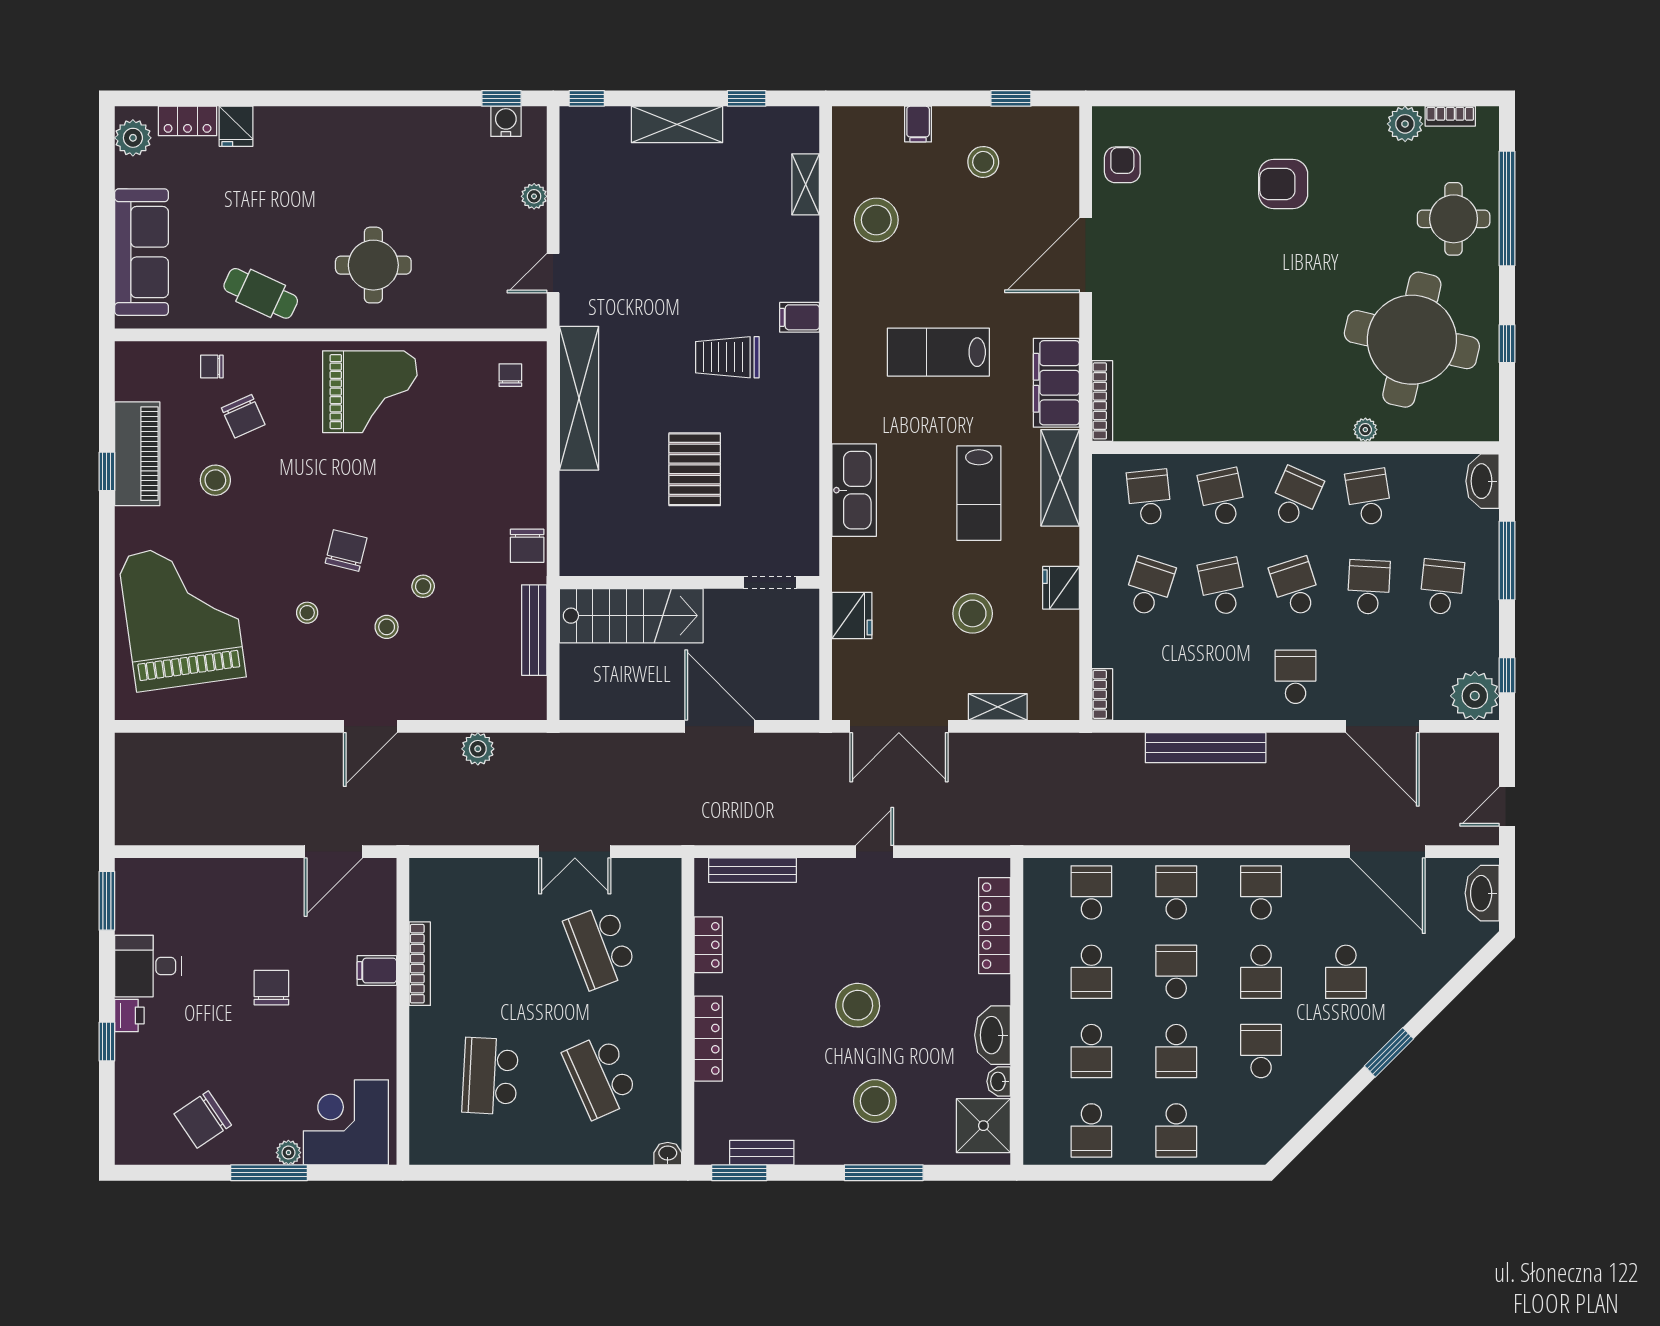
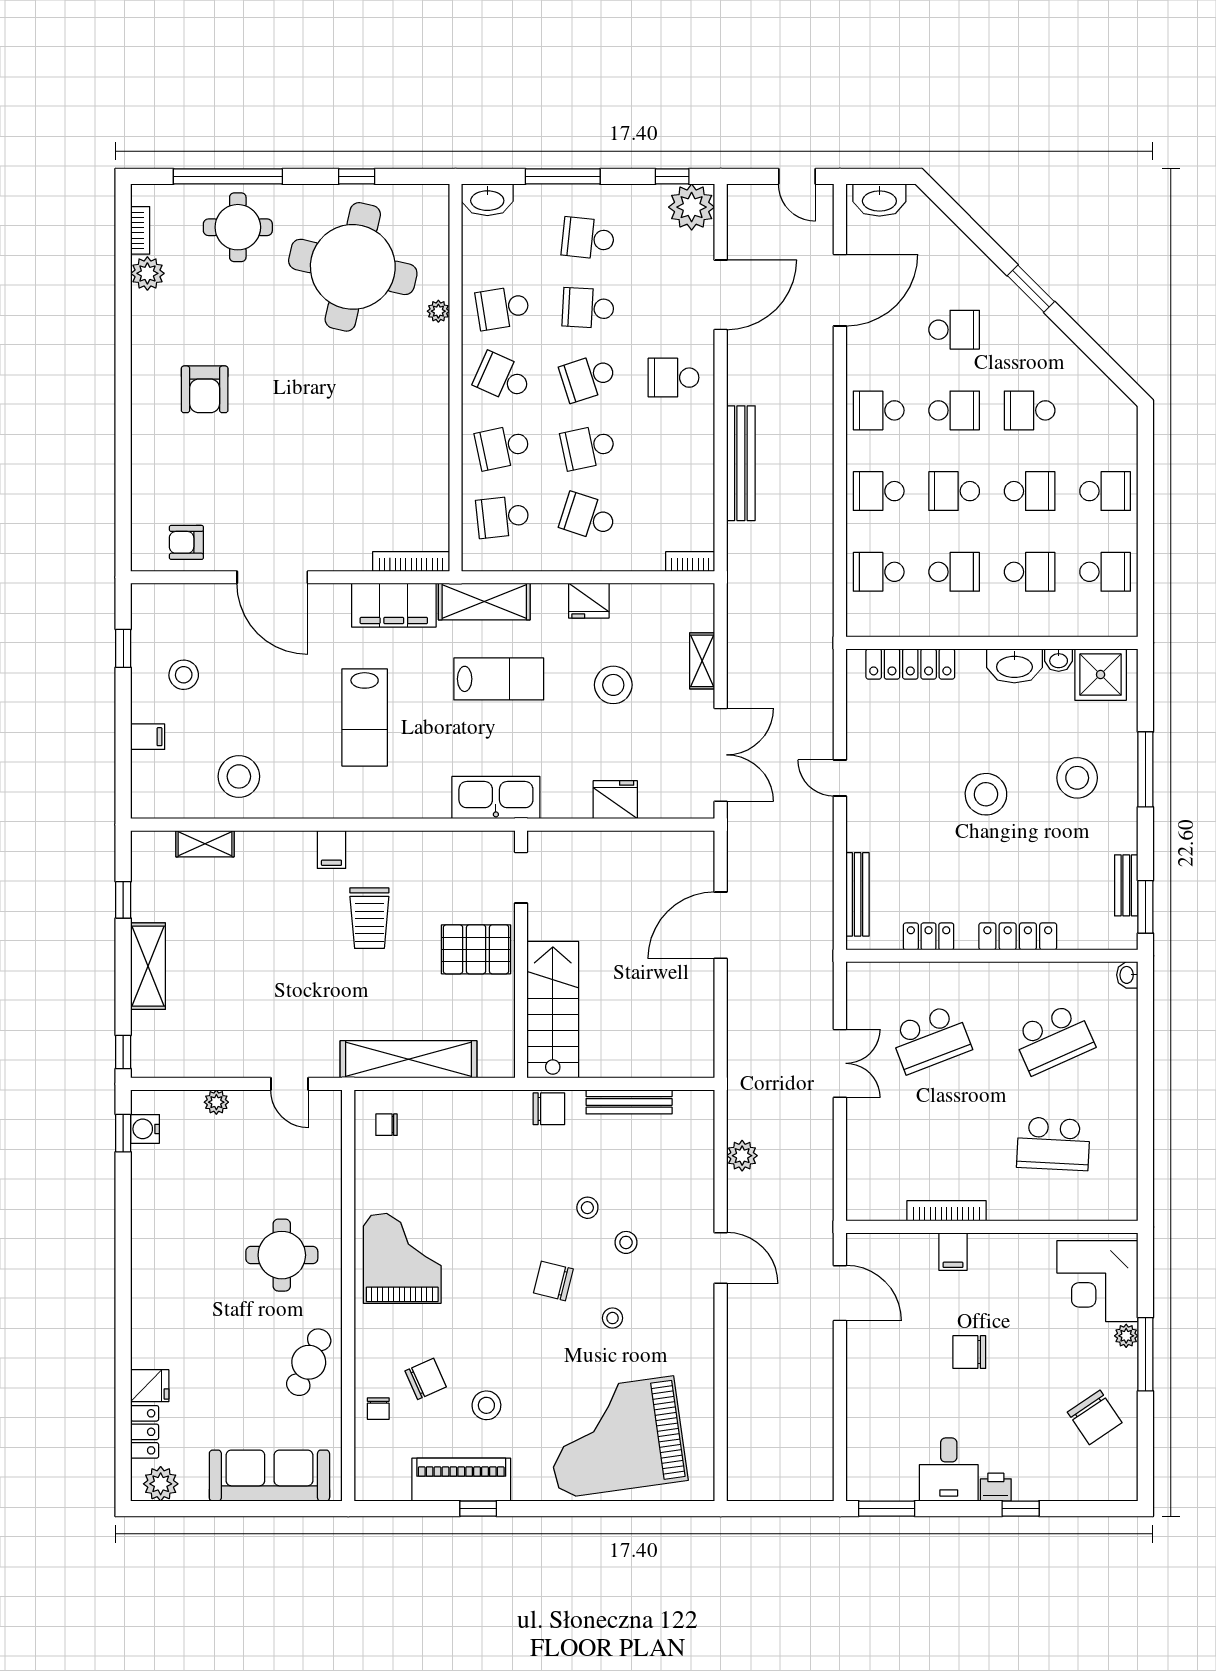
wall: (689, 582) -> (521, 954), moved
doorway: (770, 582) -> (521, 878), moved
stairs: (631, 616) -> (553, 1010), moved

